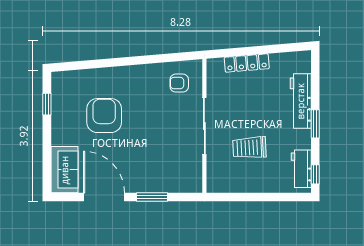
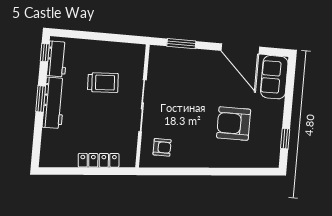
workbench: (301, 101) -> (54, 103), moved
armchair: (104, 116) -> (234, 124), turned 90
window: (152, 197) -> (181, 44), moved

